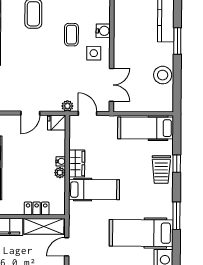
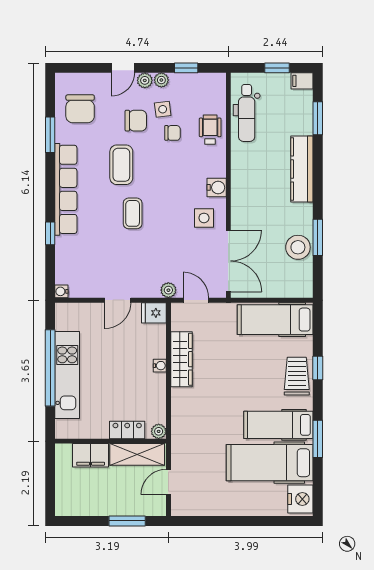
coffee table: (71, 35) -> (133, 213), moved
window: (177, 41) -> (318, 237), moved
double door: (111, 85) -> (228, 261), width x1.37
wardrobe: (77, 163) -> (181, 359), width x1.50
trolley: (161, 170) -> (297, 376), turned 180
plant: (60, 173) -> (159, 431), moved
hospital bed: (94, 190) -> (278, 425), moved, turned 180

